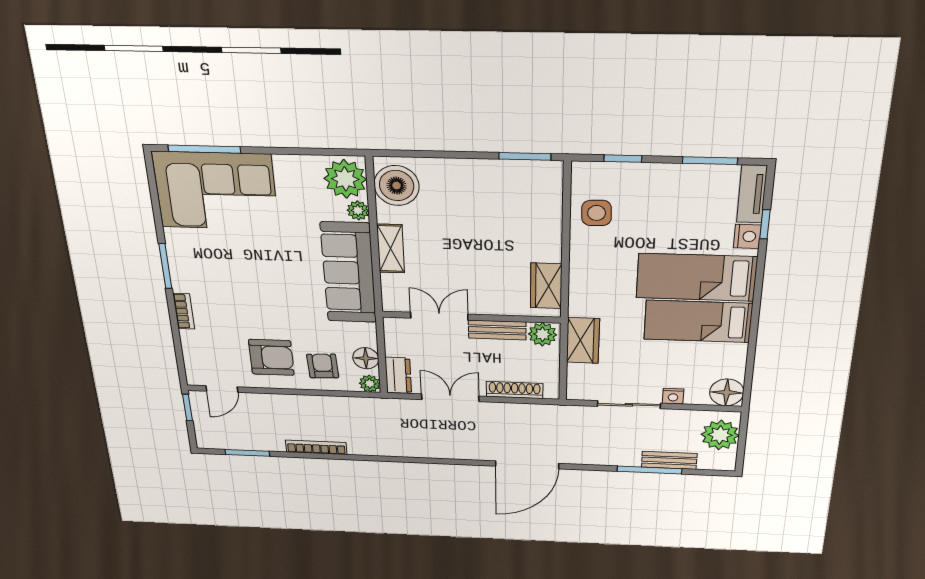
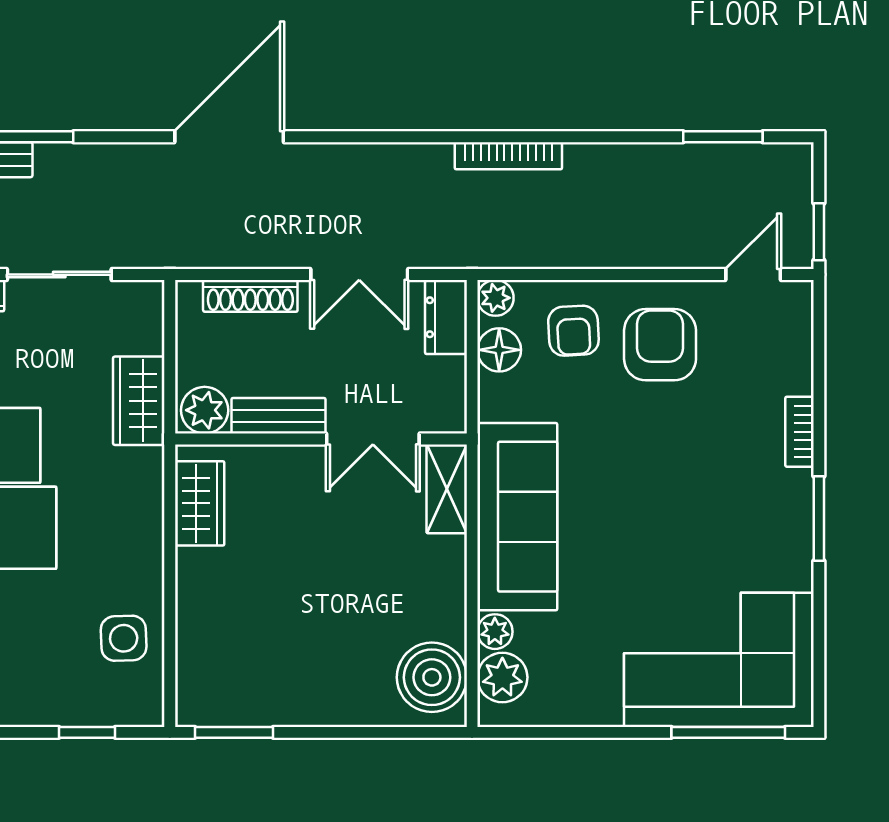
plant: (345, 179) -> (502, 677), width x0.73, depth x0.73
shelving: (391, 249) -> (447, 489), moved
armchair: (271, 357) -> (660, 345), turned 90
bookcase: (316, 447) -> (508, 156), moved

